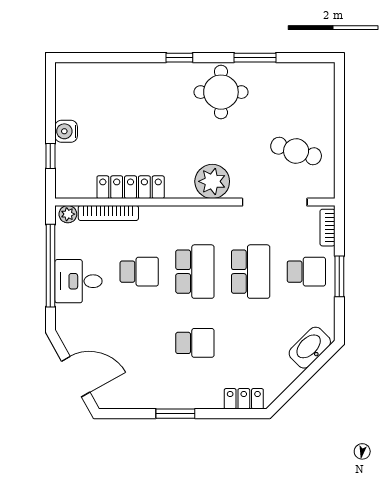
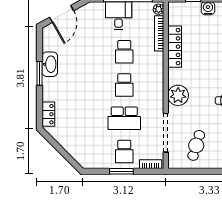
school desk: (195, 272) -> (124, 85), width x0.54
school desk: (195, 343) -> (82, 85), removed
washbasin: (310, 348) -> (50, 64), moved, turned 45

